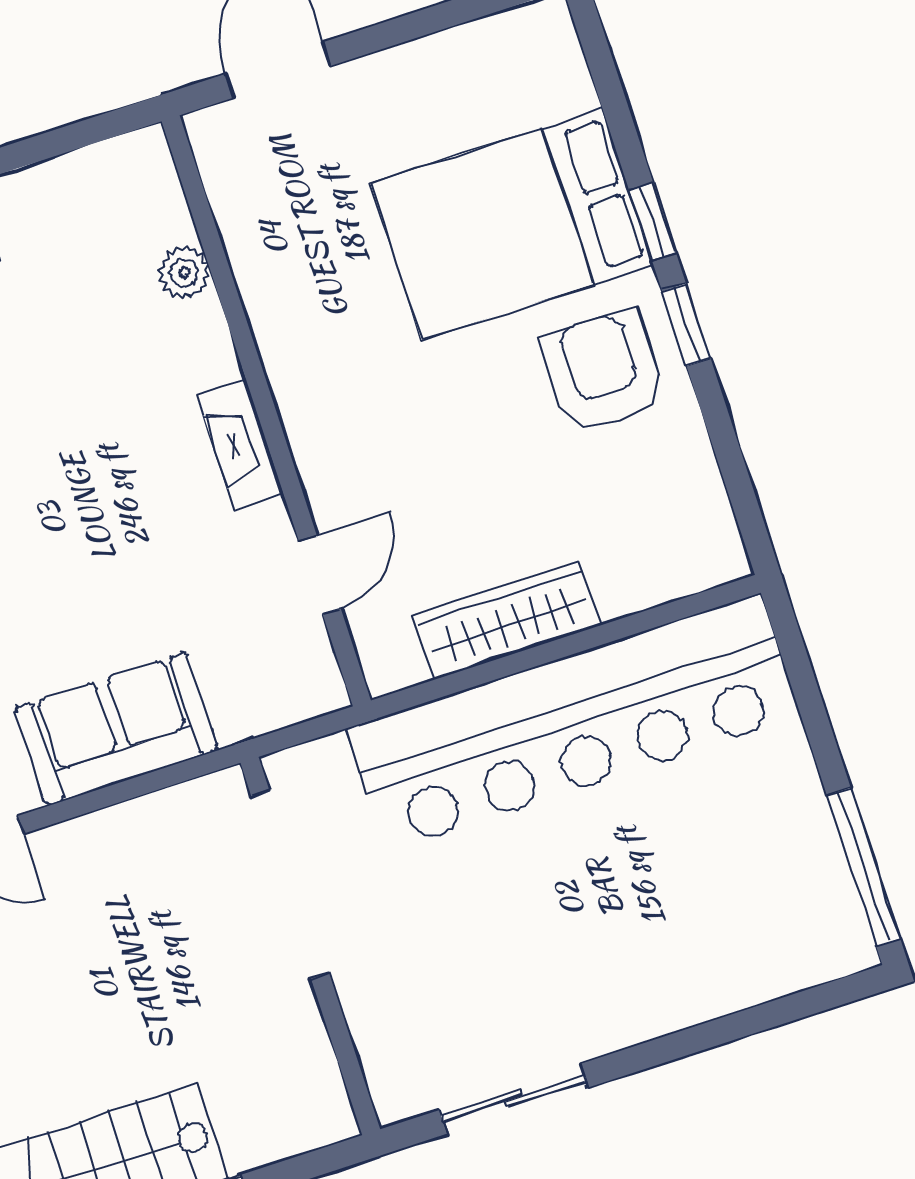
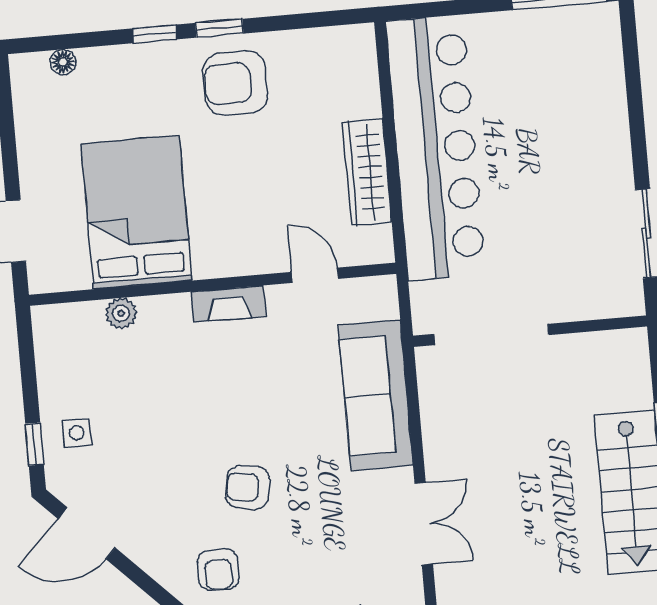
floor lamp: (572, 83) -> (63, 62), added
bed: (512, 224) -> (136, 212), moved, turned 180
sofa: (116, 729) -> (376, 395), width x1.36

